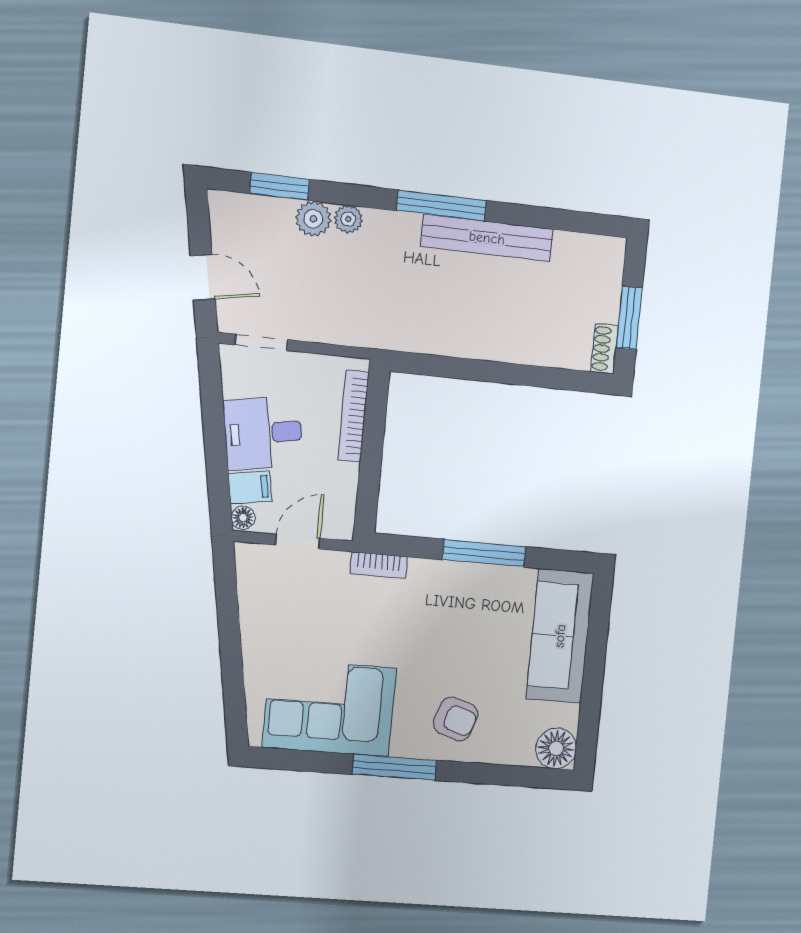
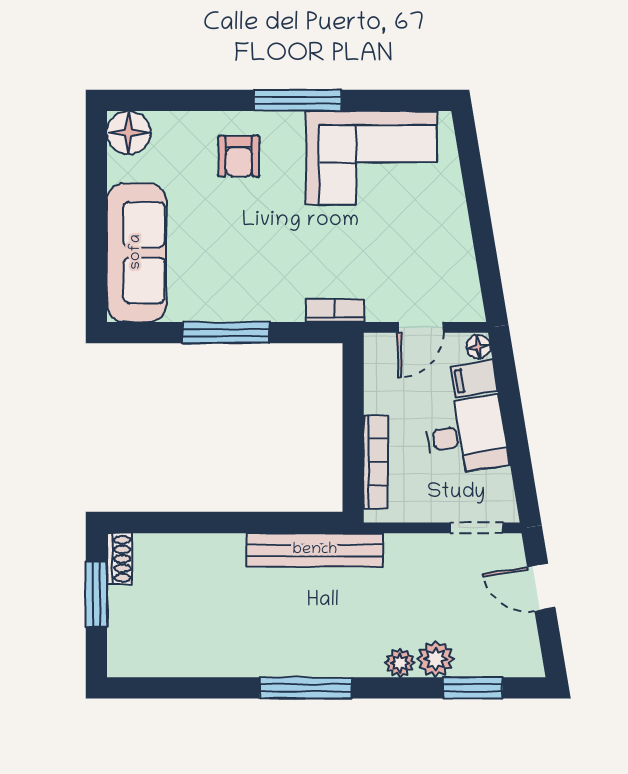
bench: (487, 238) -> (315, 550), moved
armchair: (456, 719) -> (239, 156), turned -108

